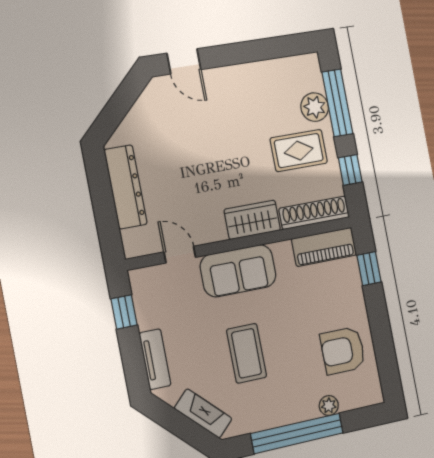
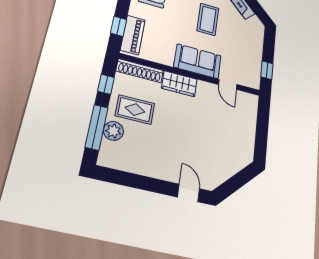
dresser: (126, 187) -> (247, 134), removed
piano: (324, 247) -> (133, 35), moved, turned 90
tv unit: (155, 359) -> (258, 40), removed

